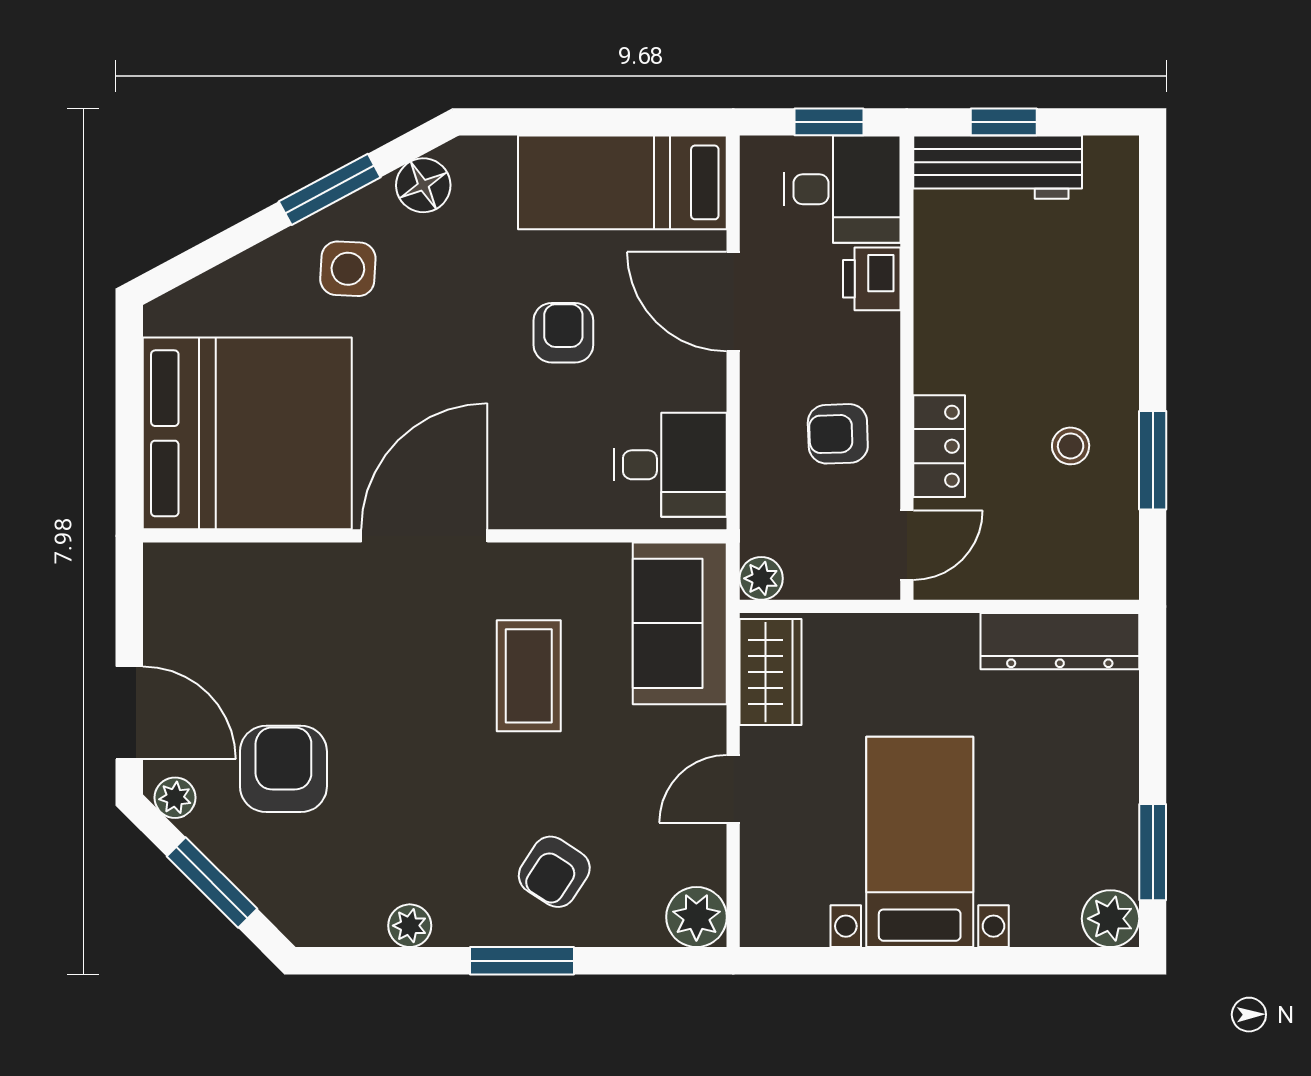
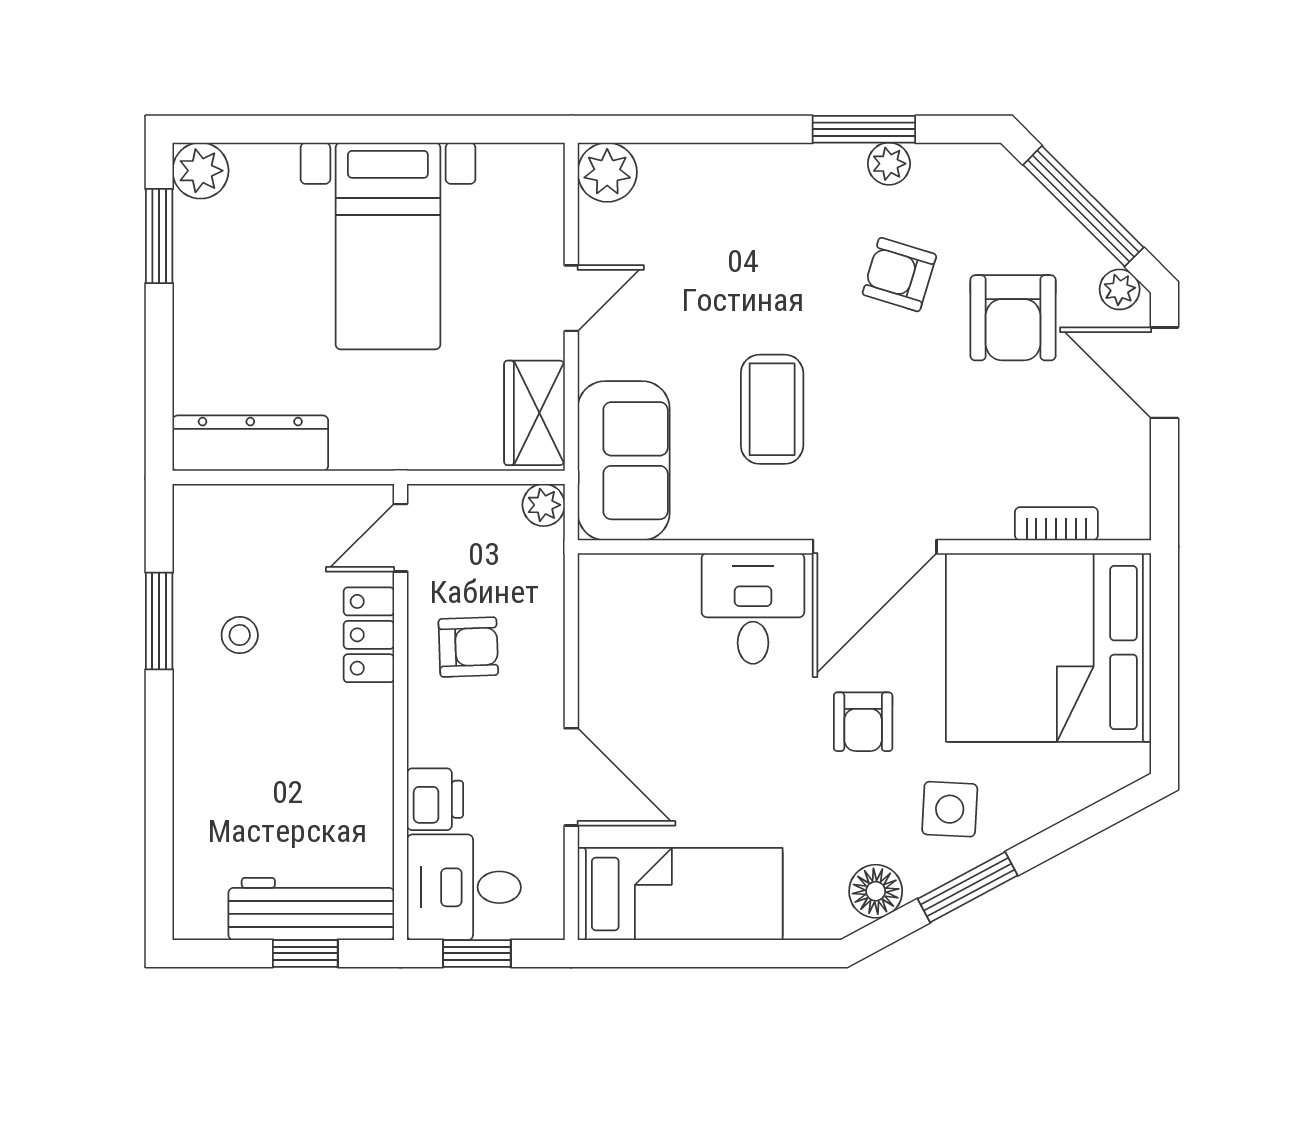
armchair: (563, 333) -> (863, 722), moved
desk: (670, 465) -> (753, 608), moved, turned 90
bookcase: (239, 559) -> (1056, 524), added
armchair: (554, 872) -> (899, 275), moved, turned -106
window: (212, 883) -> (1083, 206), width x1.44
window: (522, 961) -> (864, 129), moved

